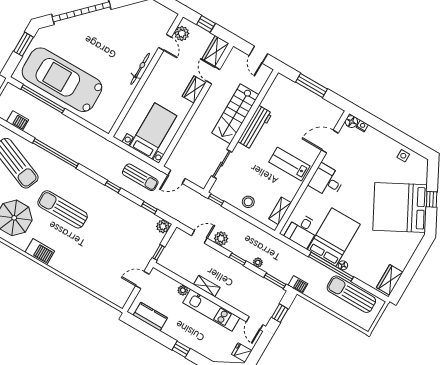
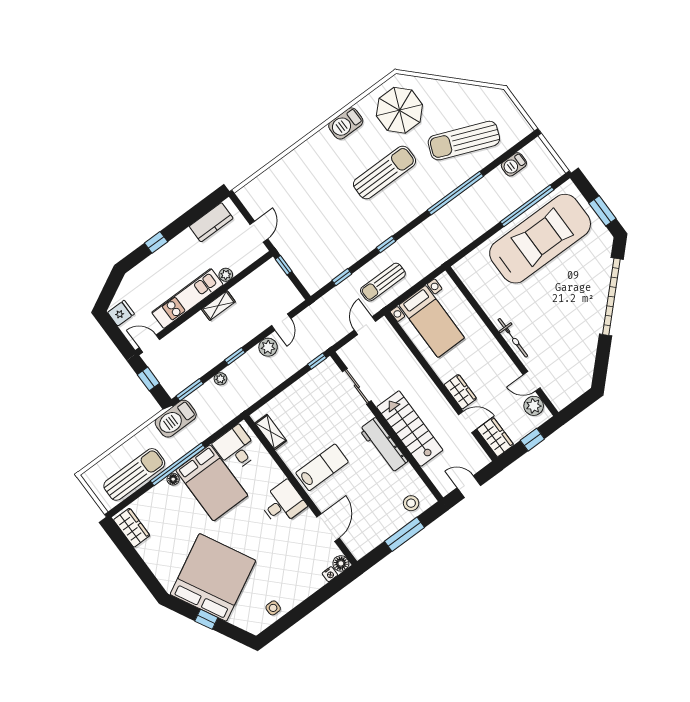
stool: (248, 202) -> (411, 503), moved
plant: (163, 226) -> (313, 284), removed
barbecue: (298, 285) -> (176, 419), width x1.88, depth x1.53

